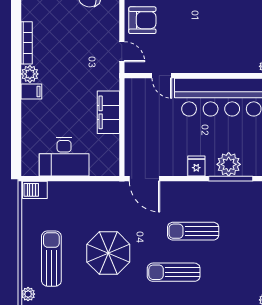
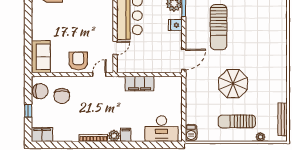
desk: (64, 157) -> (161, 129), moved, turned 90
sun lounger: (193, 231) -> (219, 27), width x1.36, depth x1.34
sun lounger: (174, 272) -> (246, 40), removed

